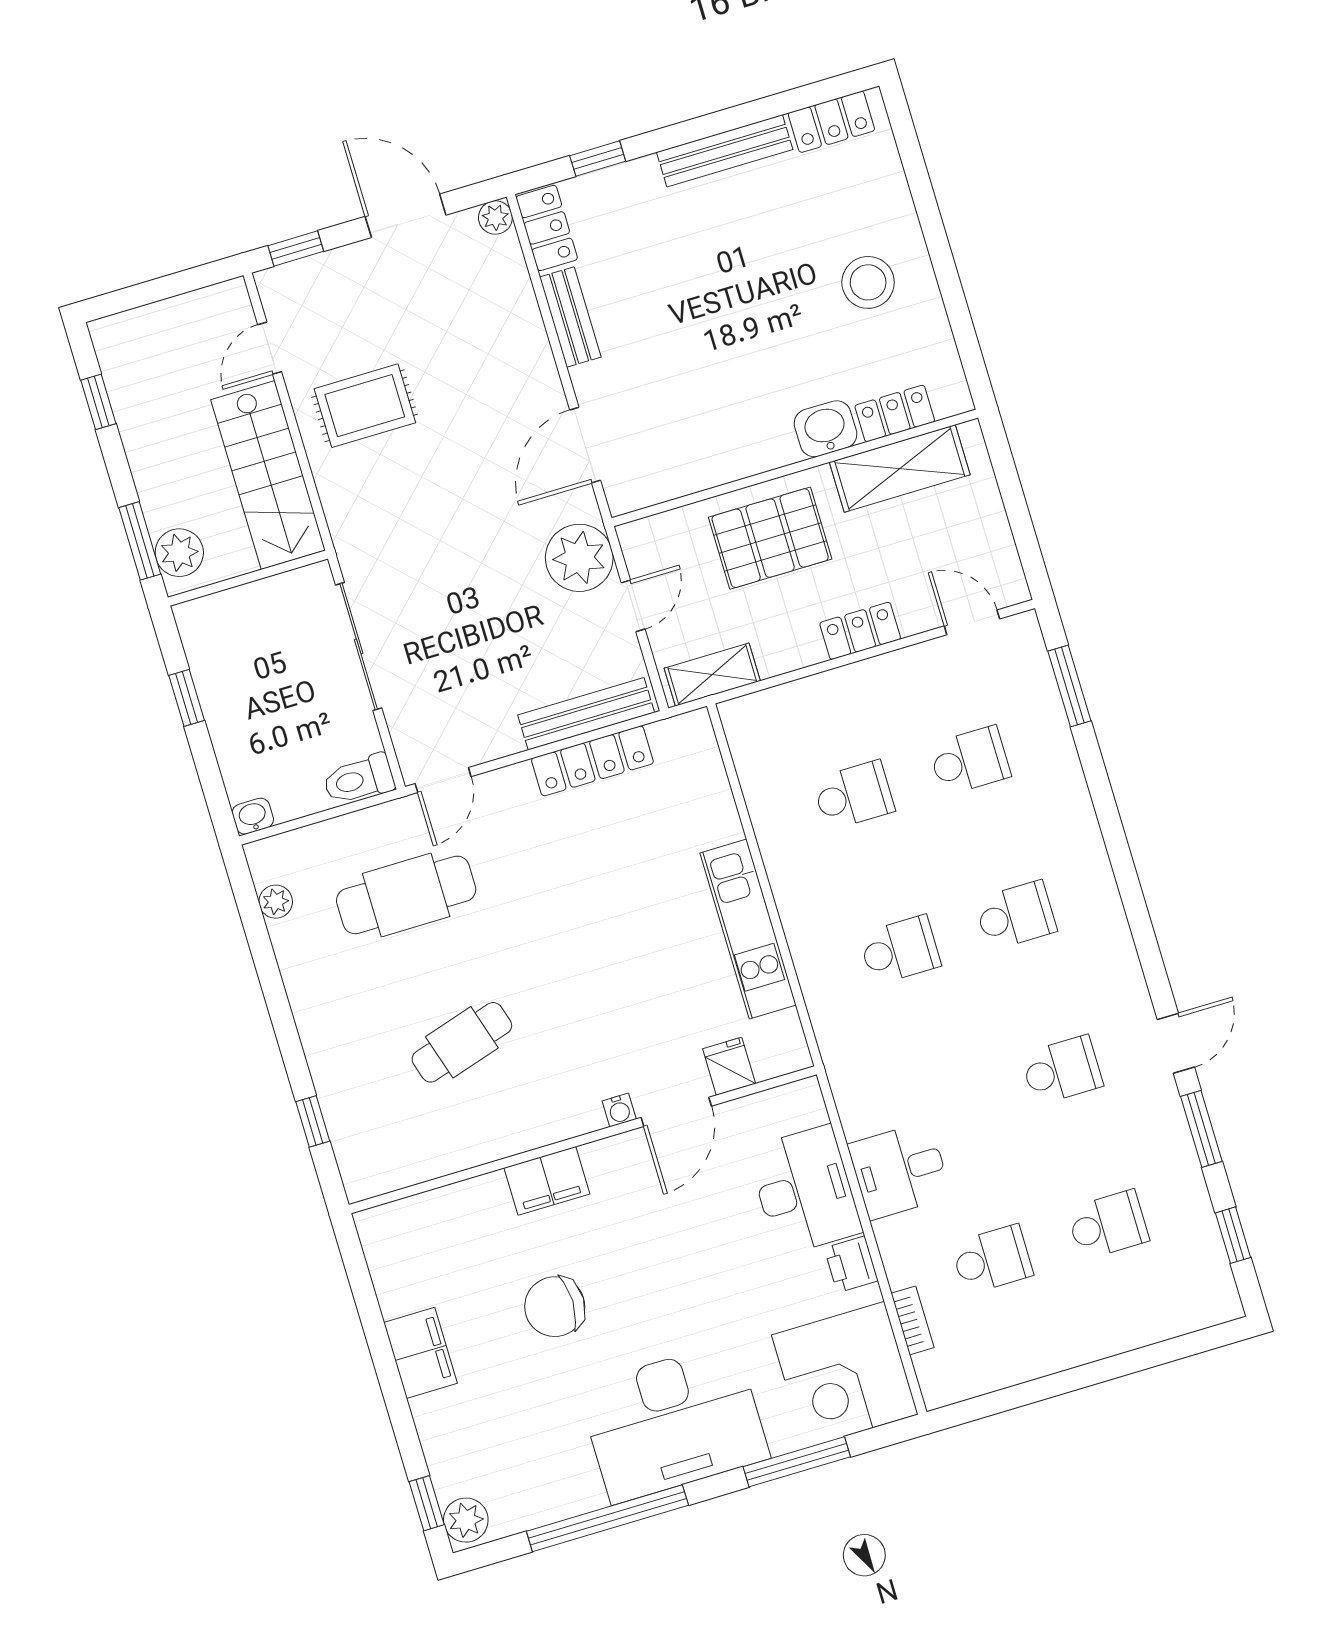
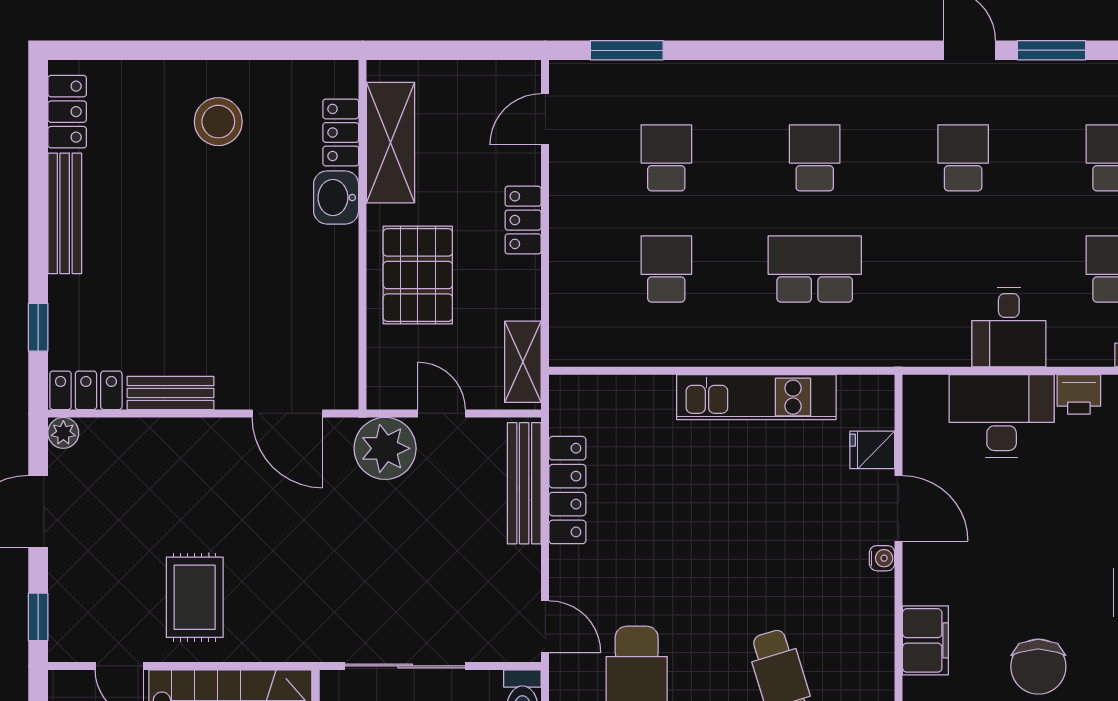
school desk: (900, 950) -> (815, 269), width x1.85

